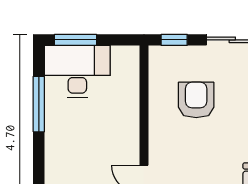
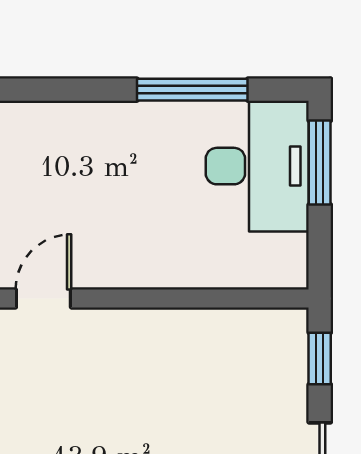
armchair: (196, 100) -> (200, 402), removed

